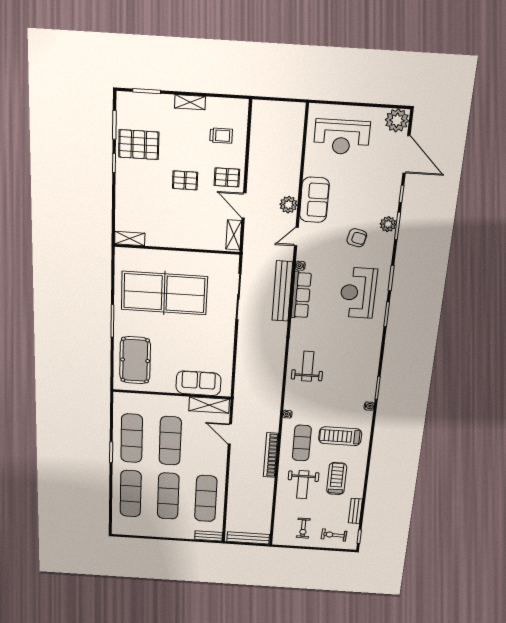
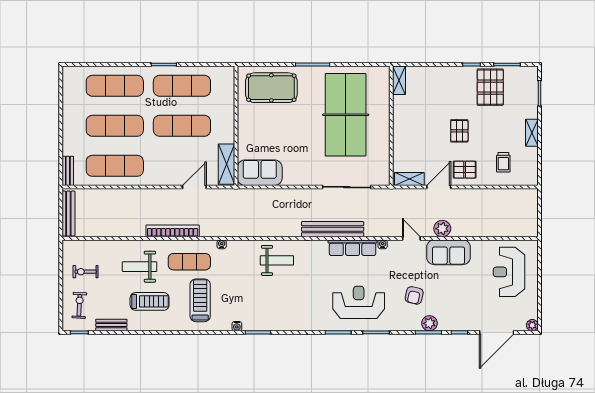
plant: (397, 120) -> (532, 325), width x0.53, depth x0.53
pallet: (227, 177) -> (465, 170), turned 90
bench: (282, 291) -> (333, 229), moved
sofa: (198, 383) -> (260, 173), moved, turned -90

